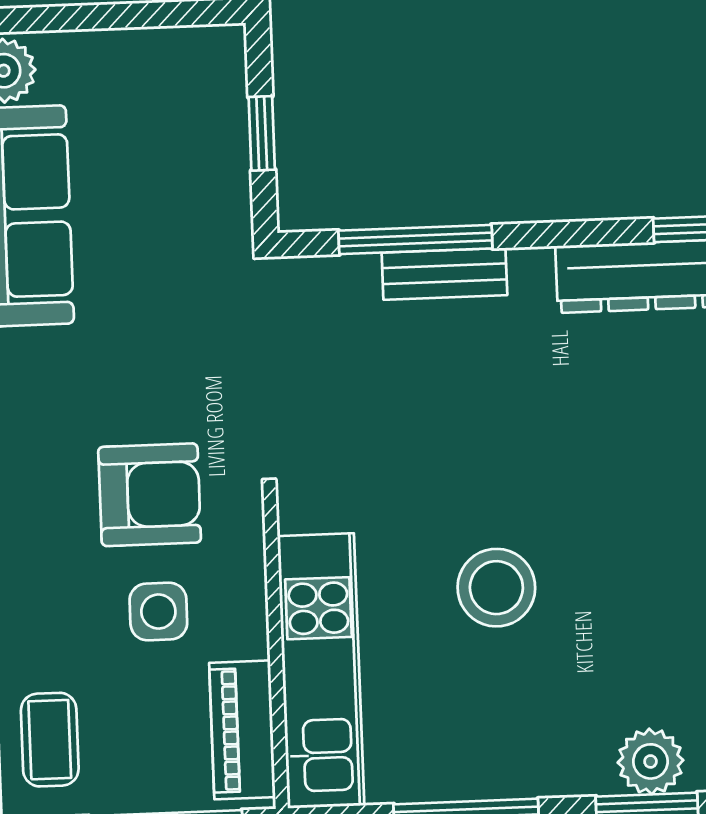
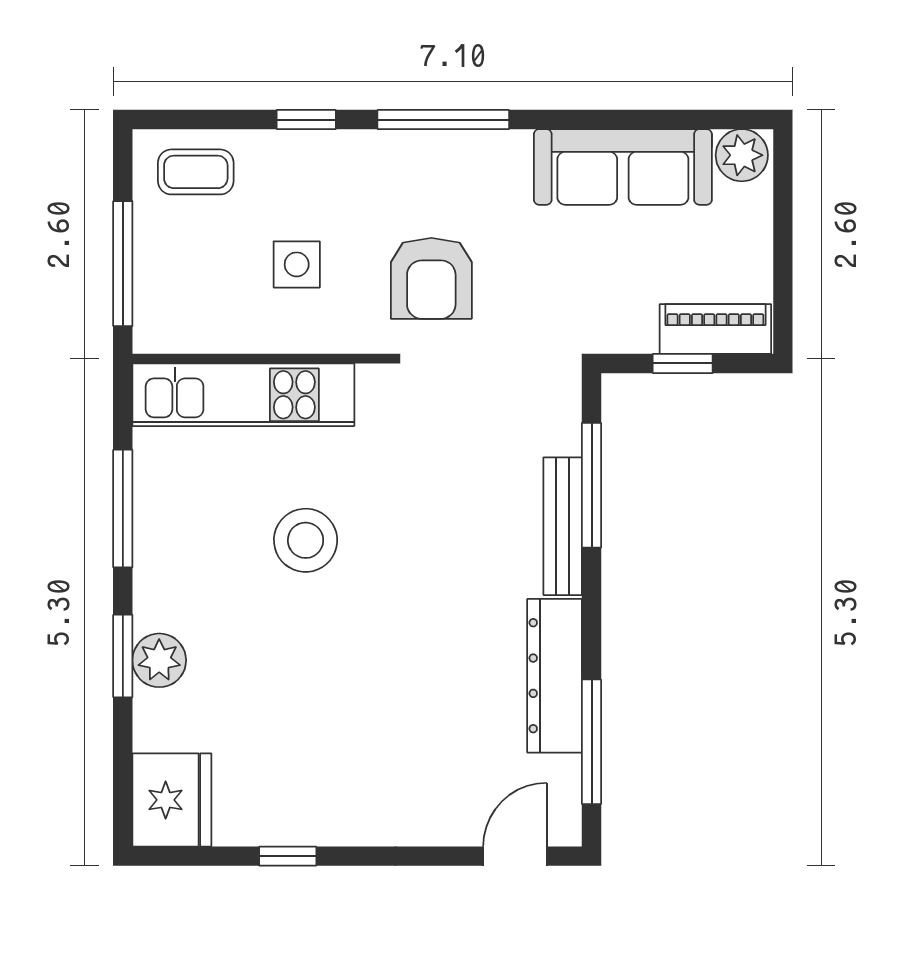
bench: (444, 274) -> (563, 526), width x1.36
armchair: (150, 495) -> (431, 278), moved
piano: (242, 730) -> (715, 329), moved

